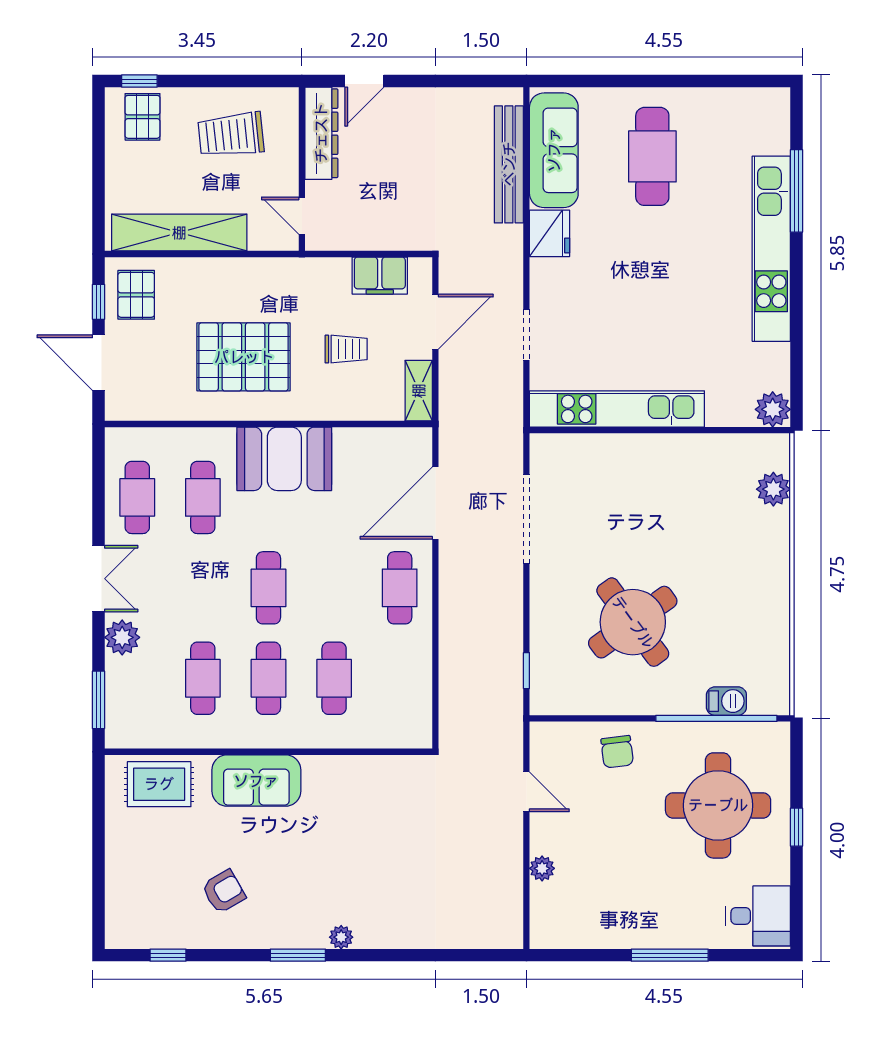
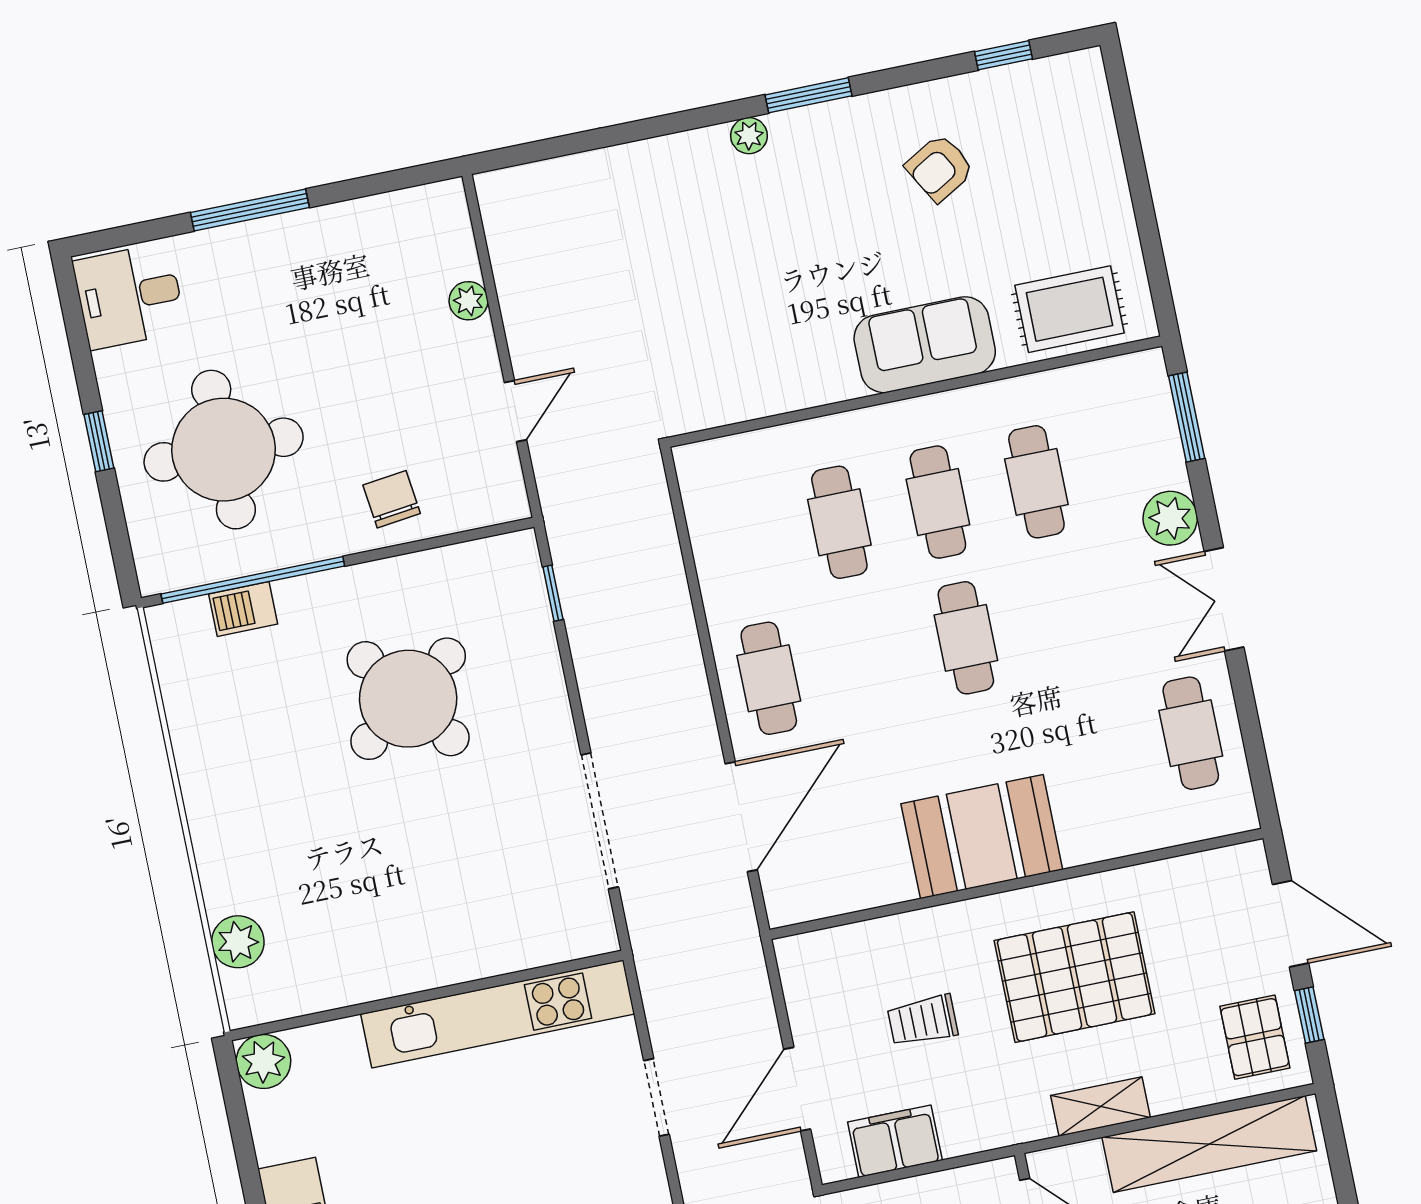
shelving: (419, 391) -> (1101, 1107), moved, turned 90
cafe table: (203, 497) -> (1092, 753), removed
door: (526, 792) -> (516, 411), swing flipped

